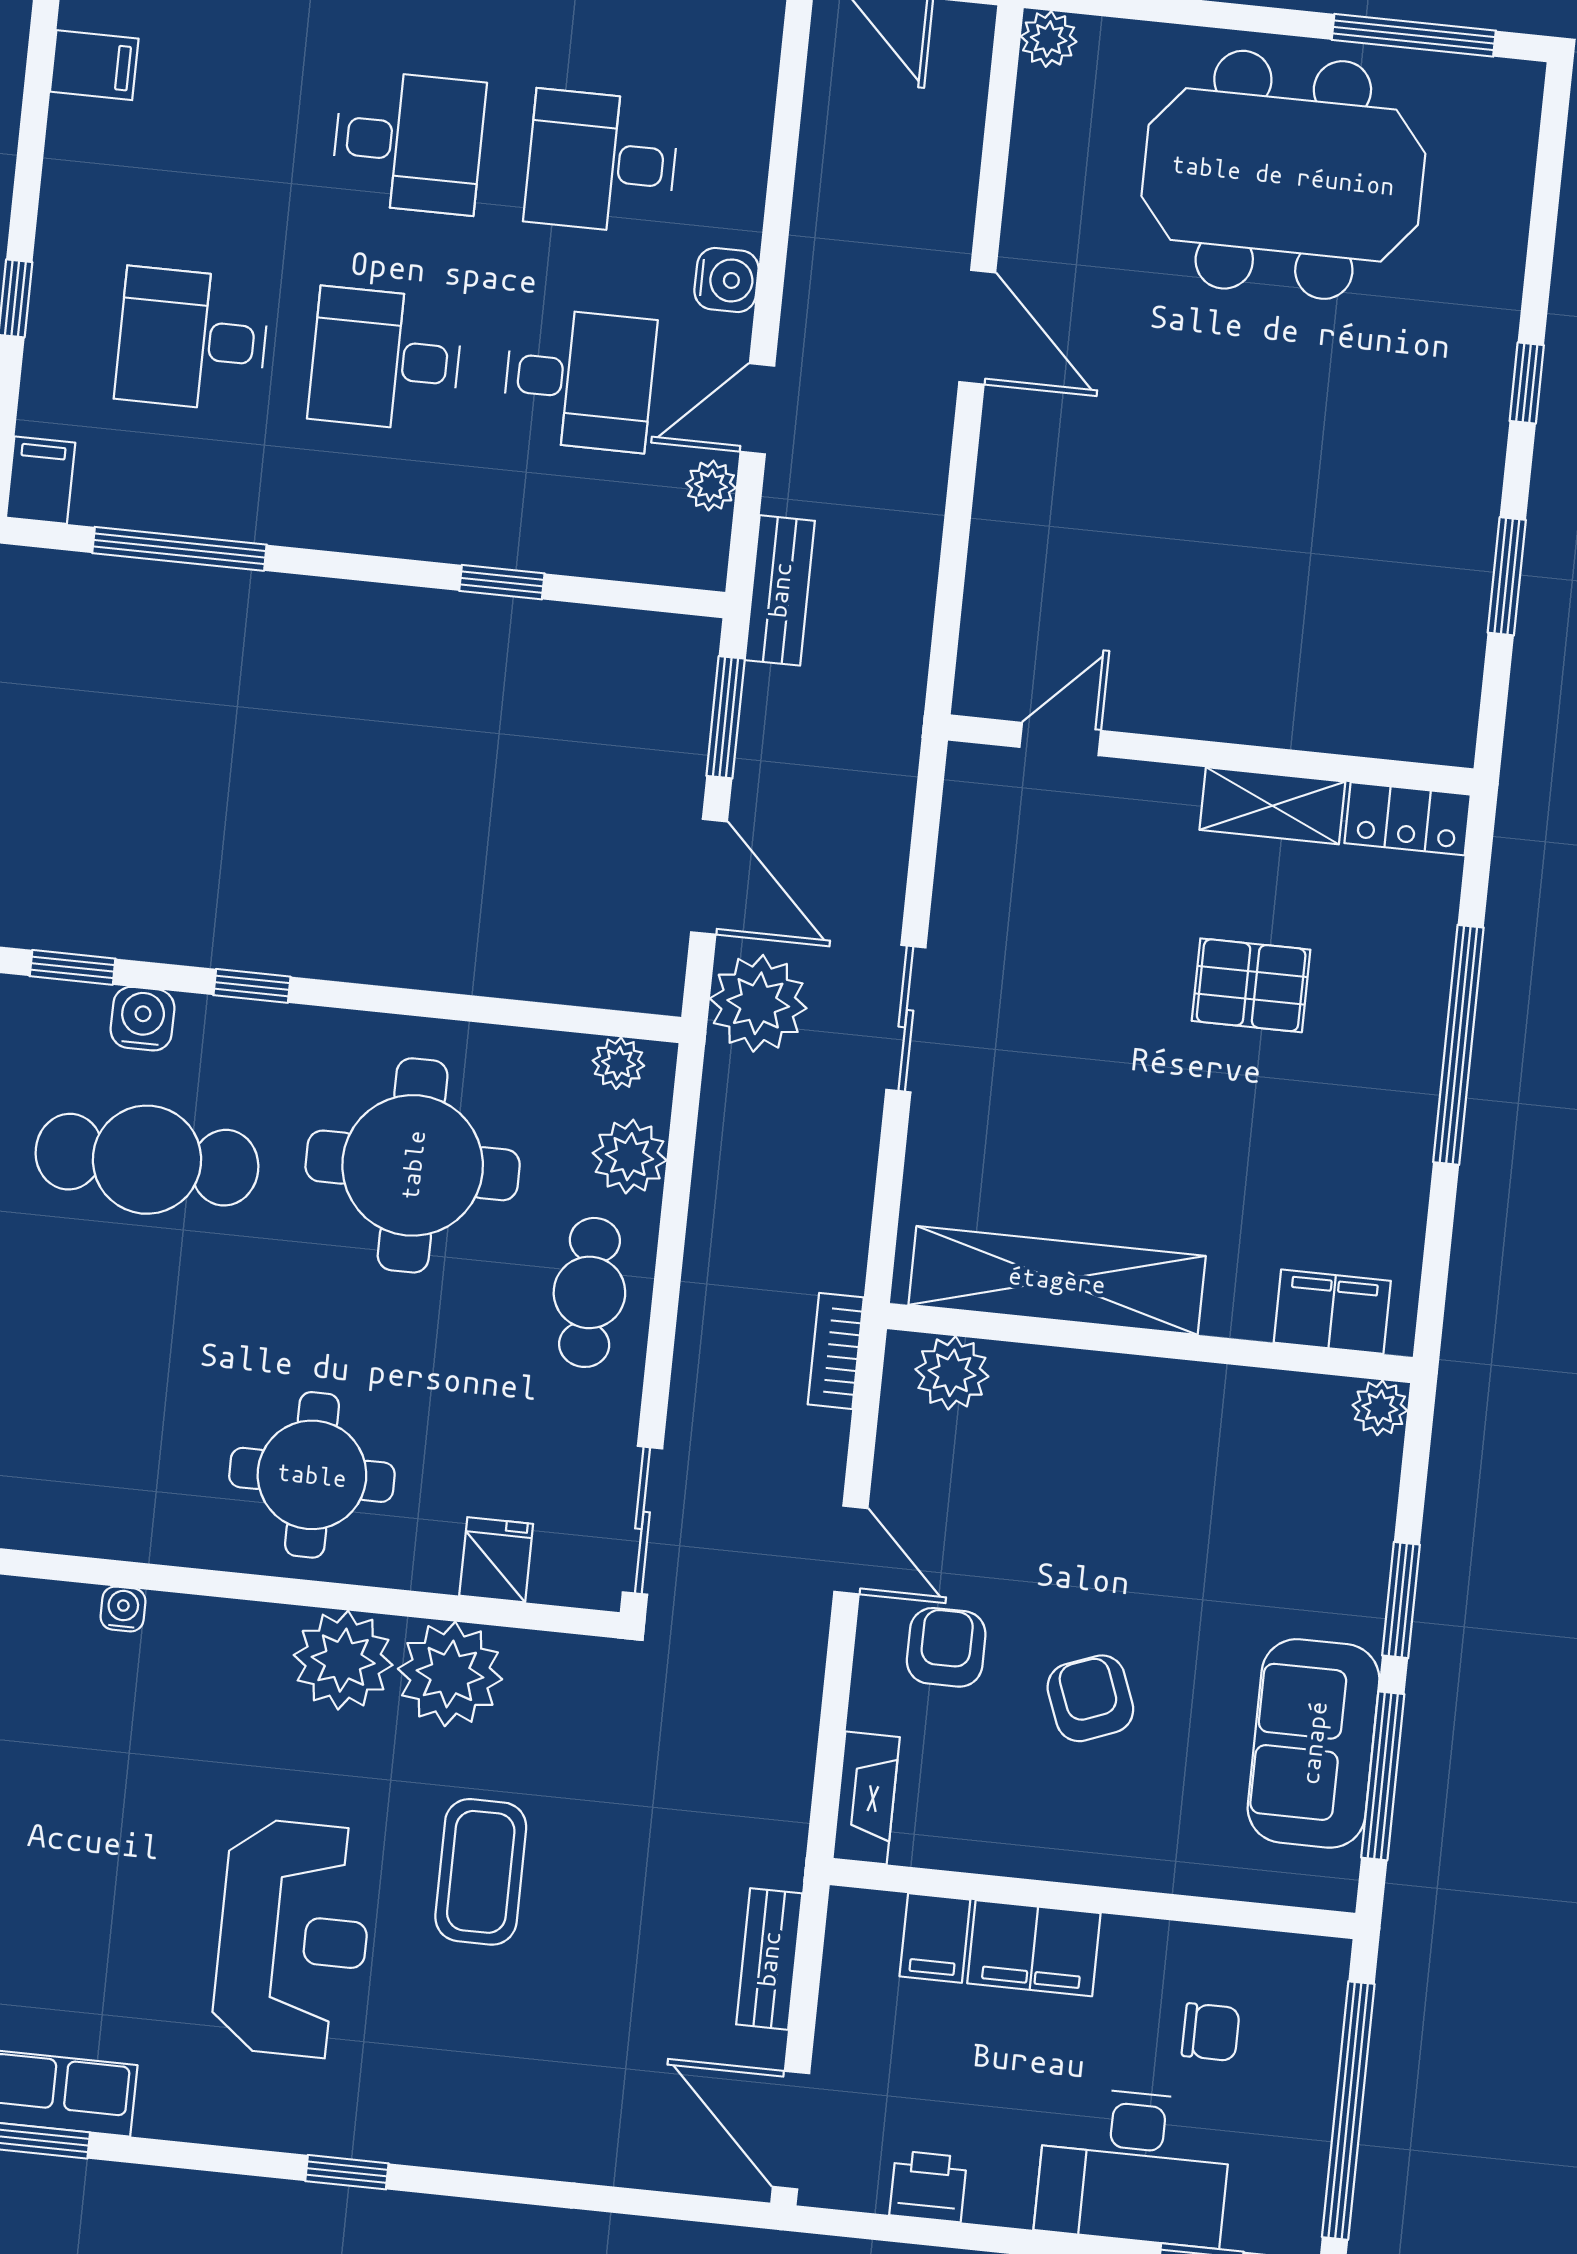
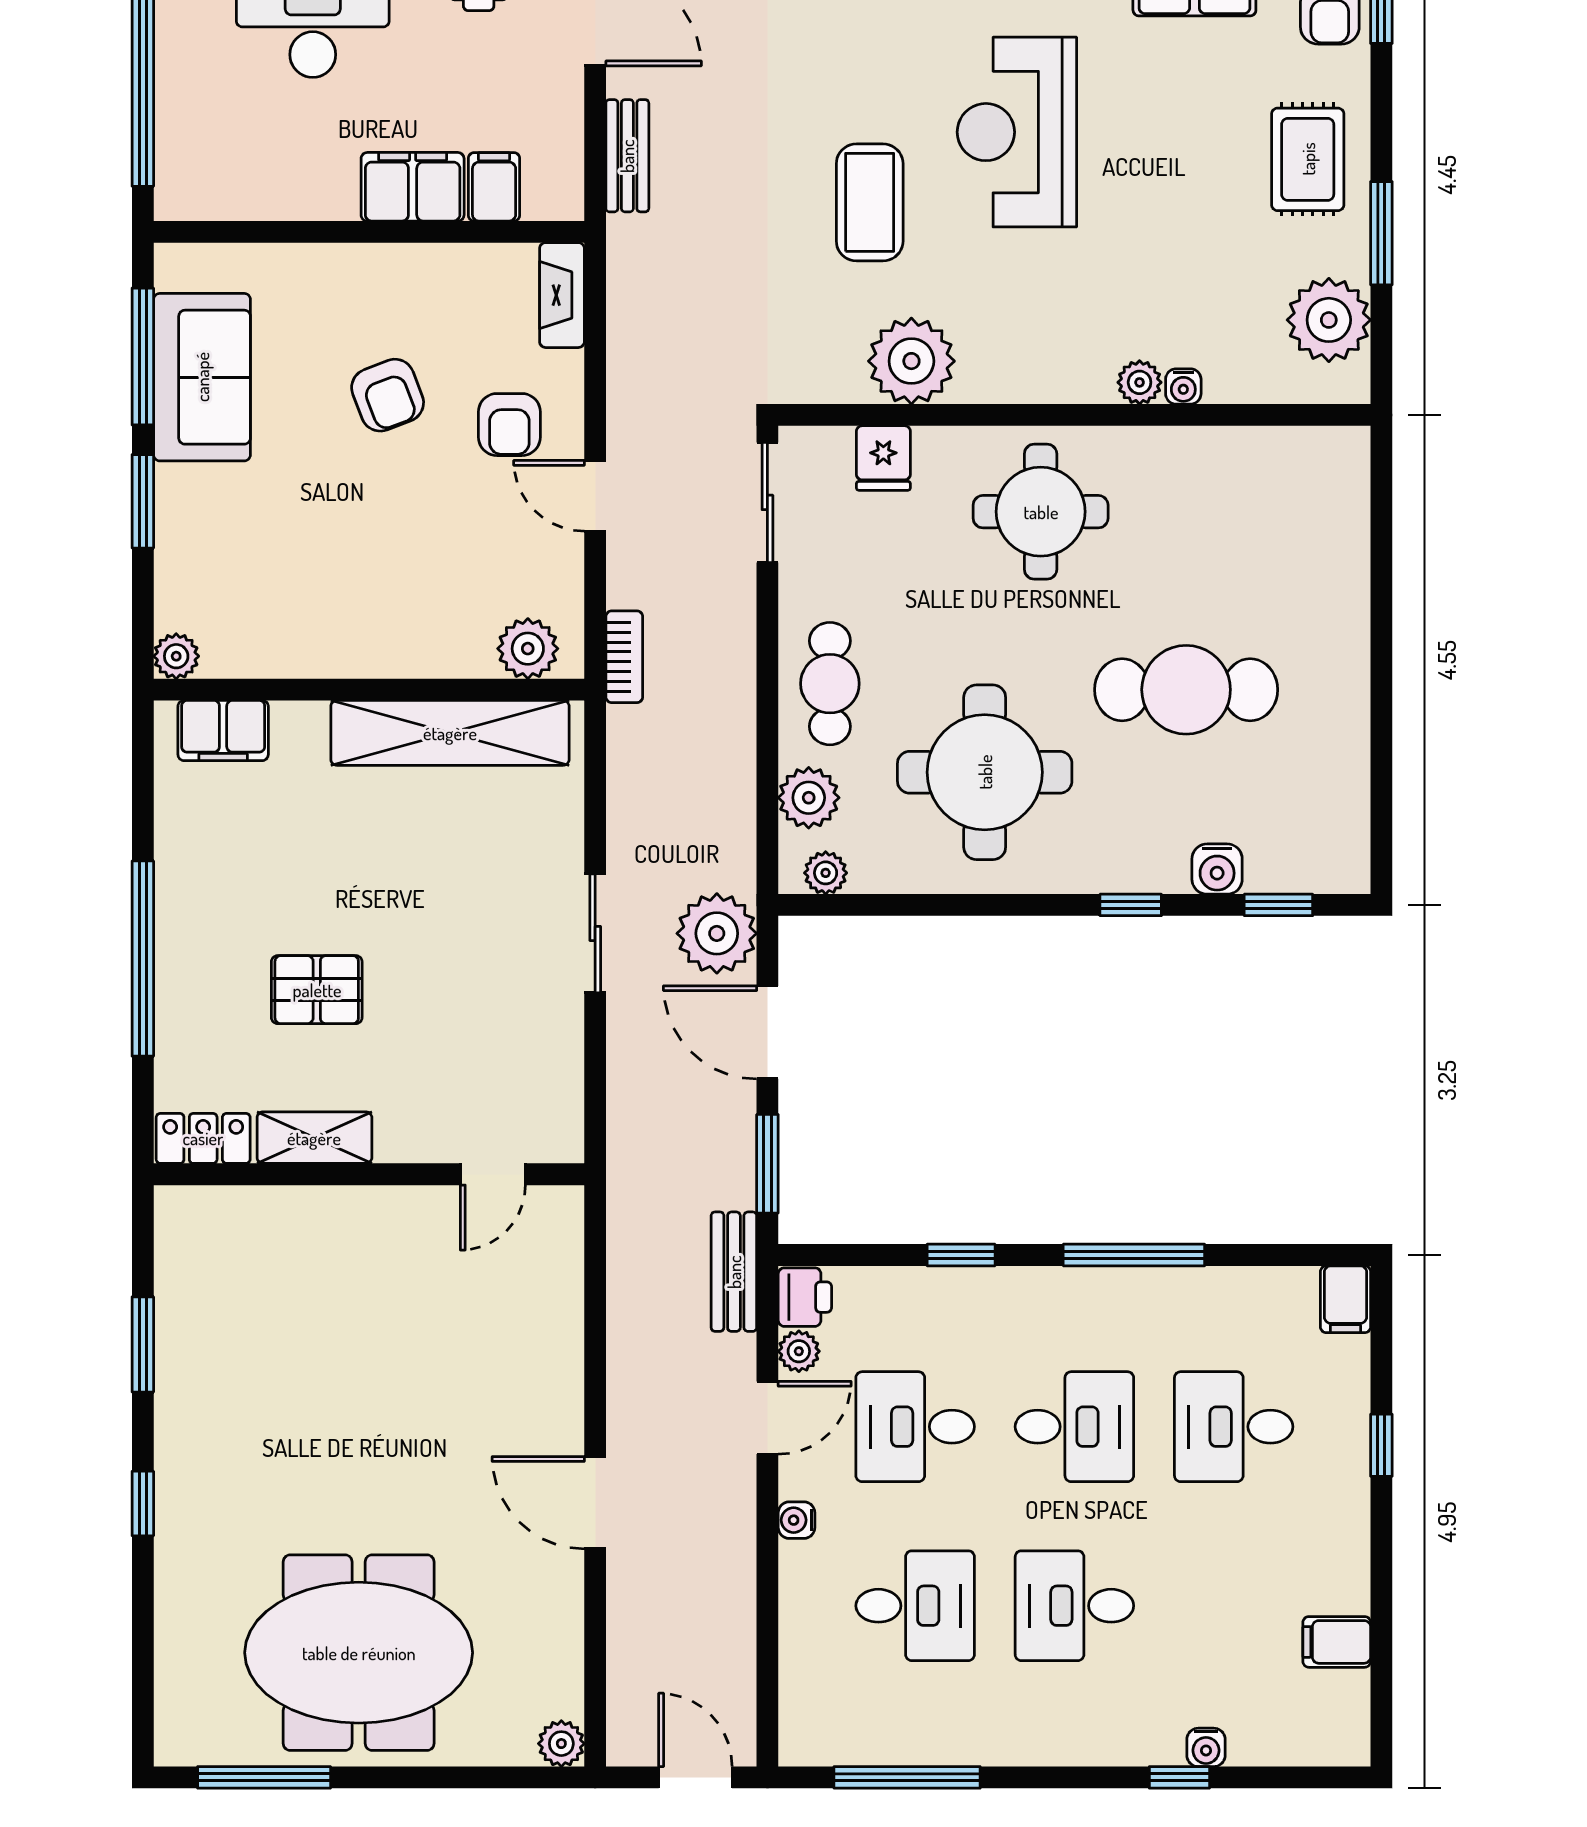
water cooler: (726, 280) -> (797, 1520), width x0.72, depth x0.72
desk: (192, 339) -> (1234, 1427), turned 180
window: (179, 549) -> (1134, 1255), moved
printer: (697, 551) -> (805, 1297), added
cafe table: (147, 1160) -> (1186, 690), moved
plant: (343, 1660) -> (1140, 382), moved, width x0.53, depth x0.53
chair: (1211, 2032) -> (261, 133), removed

